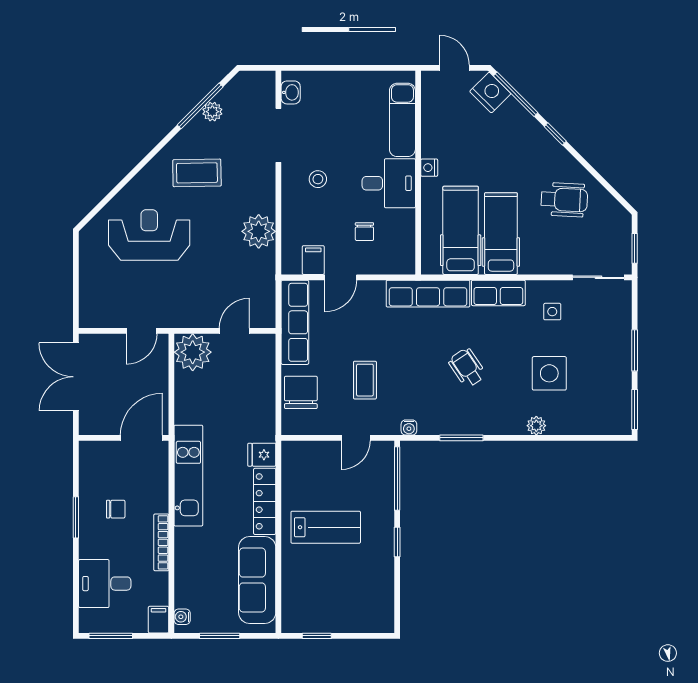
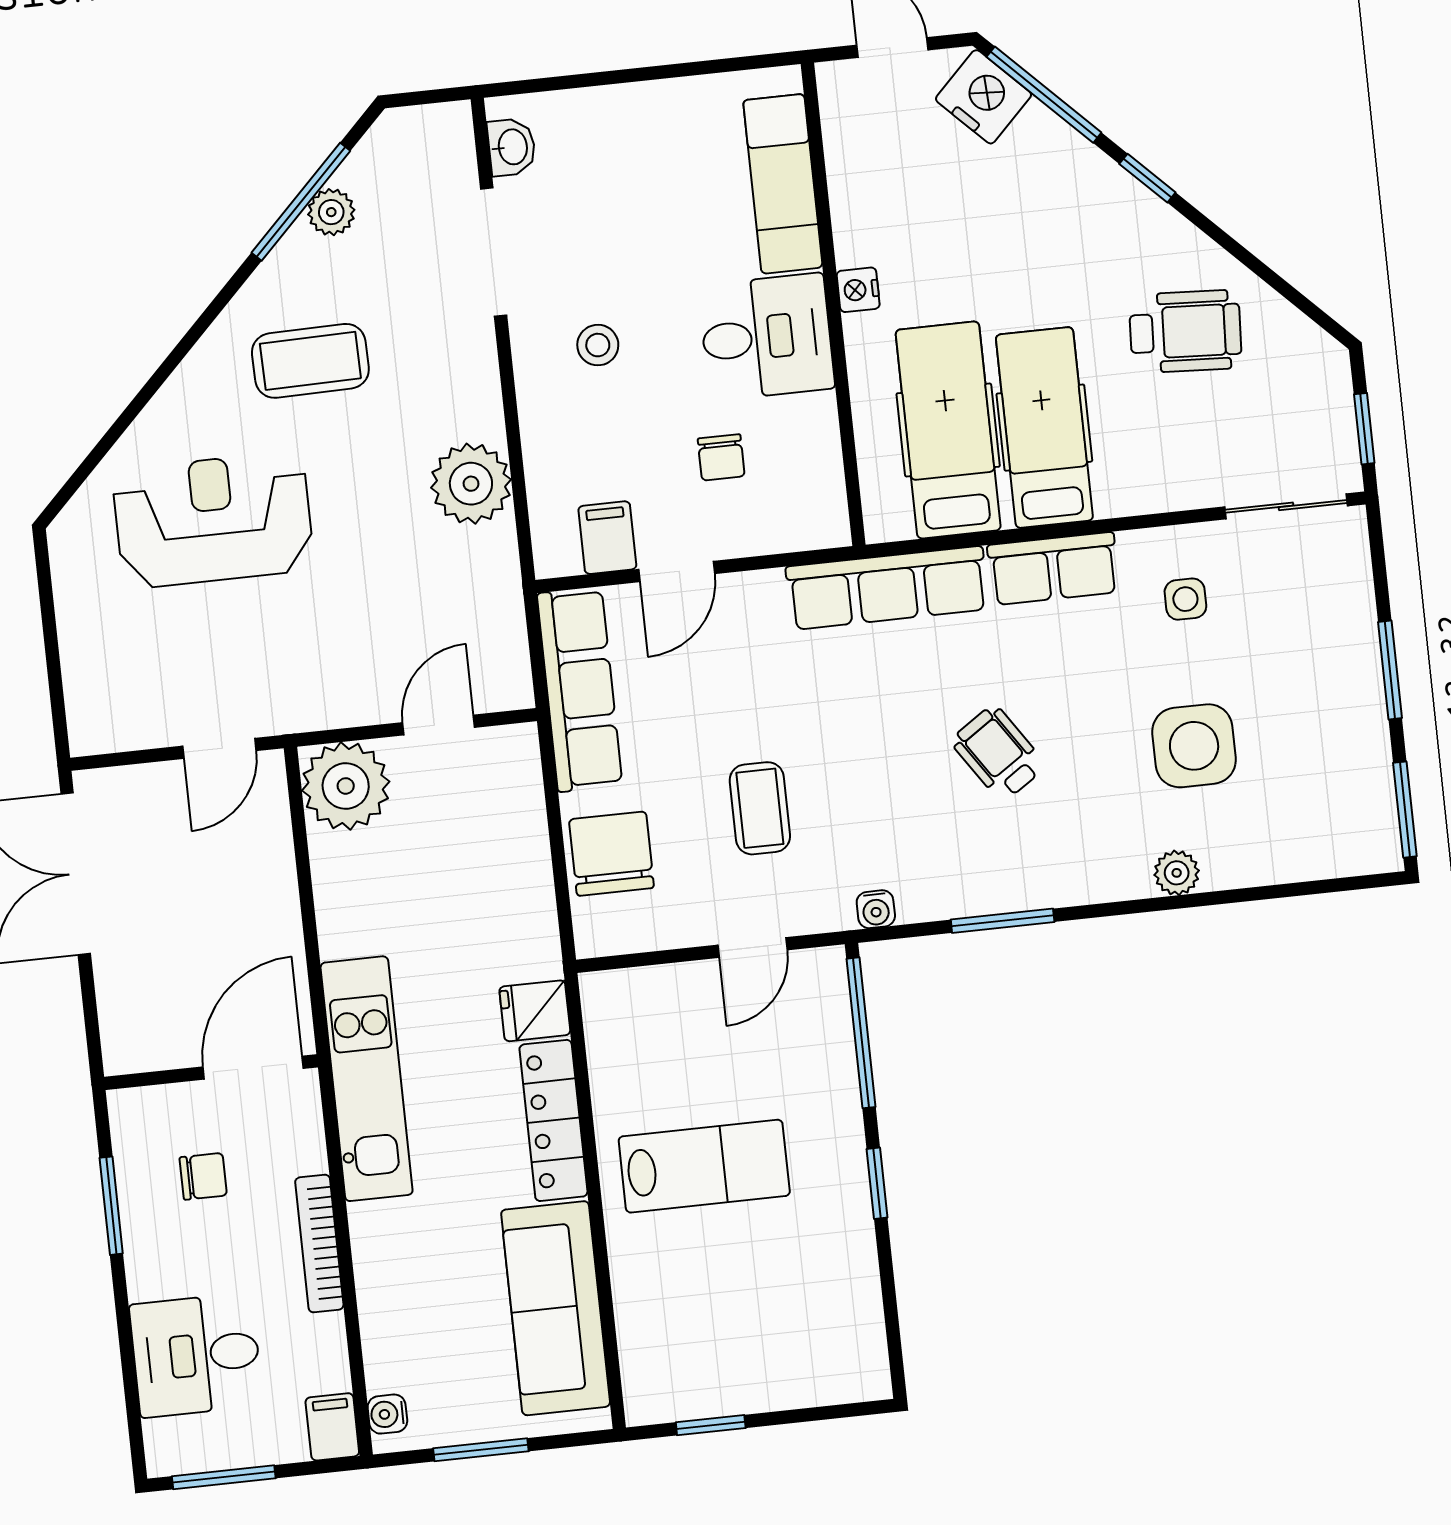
wall: (124, 438) -> (211, 1072), moved
door: (141, 438) -> (253, 1068), moved

